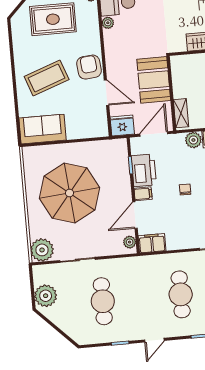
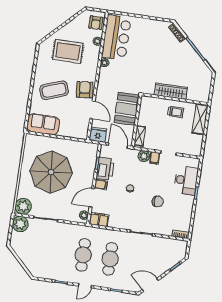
door: (154, 134) -> (118, 146), hinge flipped
plant: (46, 296) -> (20, 224), moved
cafe table: (103, 301) -> (83, 255), moved

